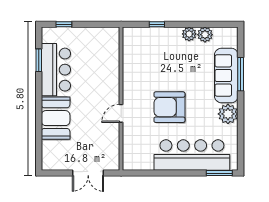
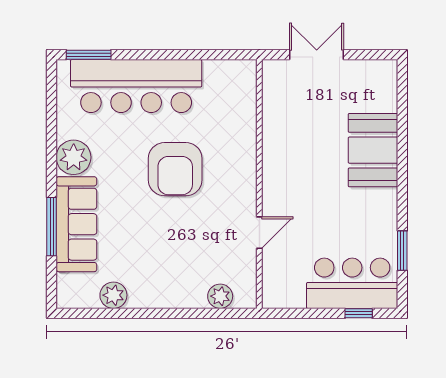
window: (157, 24) -> (197, 313), removed
plant: (189, 34) -> (220, 296), moved
bar counter: (56, 70) -> (352, 283), moved, turned 90
armchair: (169, 107) -> (175, 169), turned 90
door: (121, 113) -> (259, 233), moved

